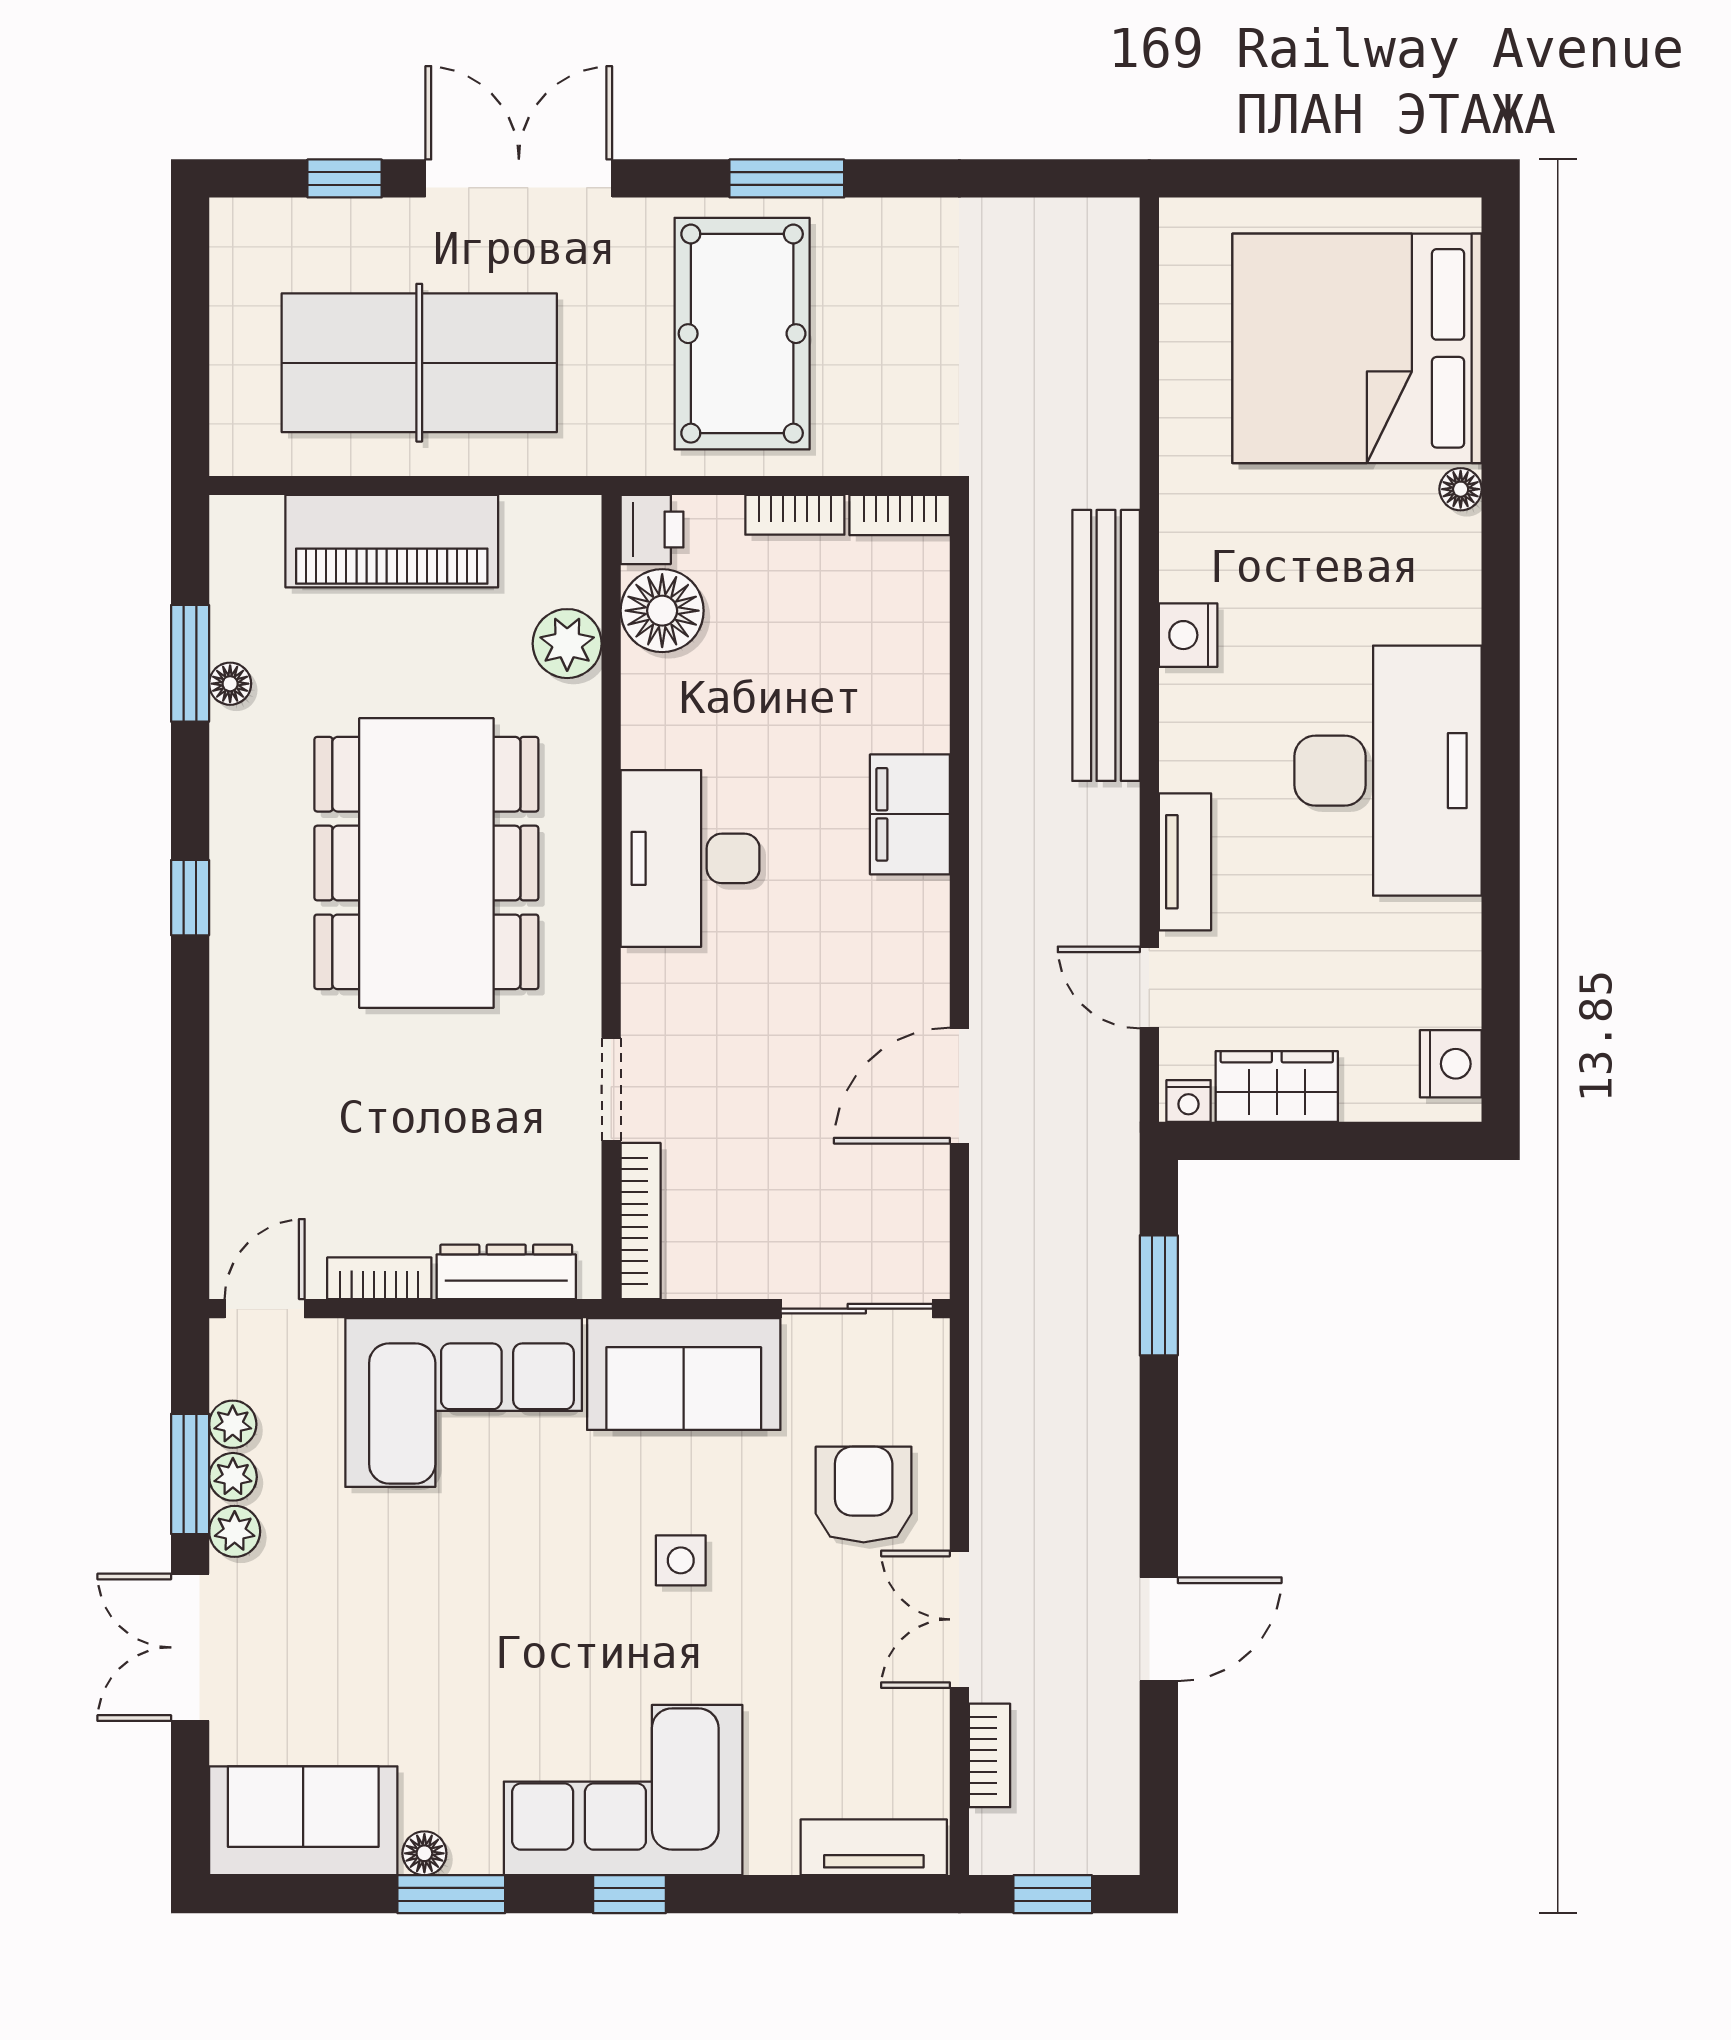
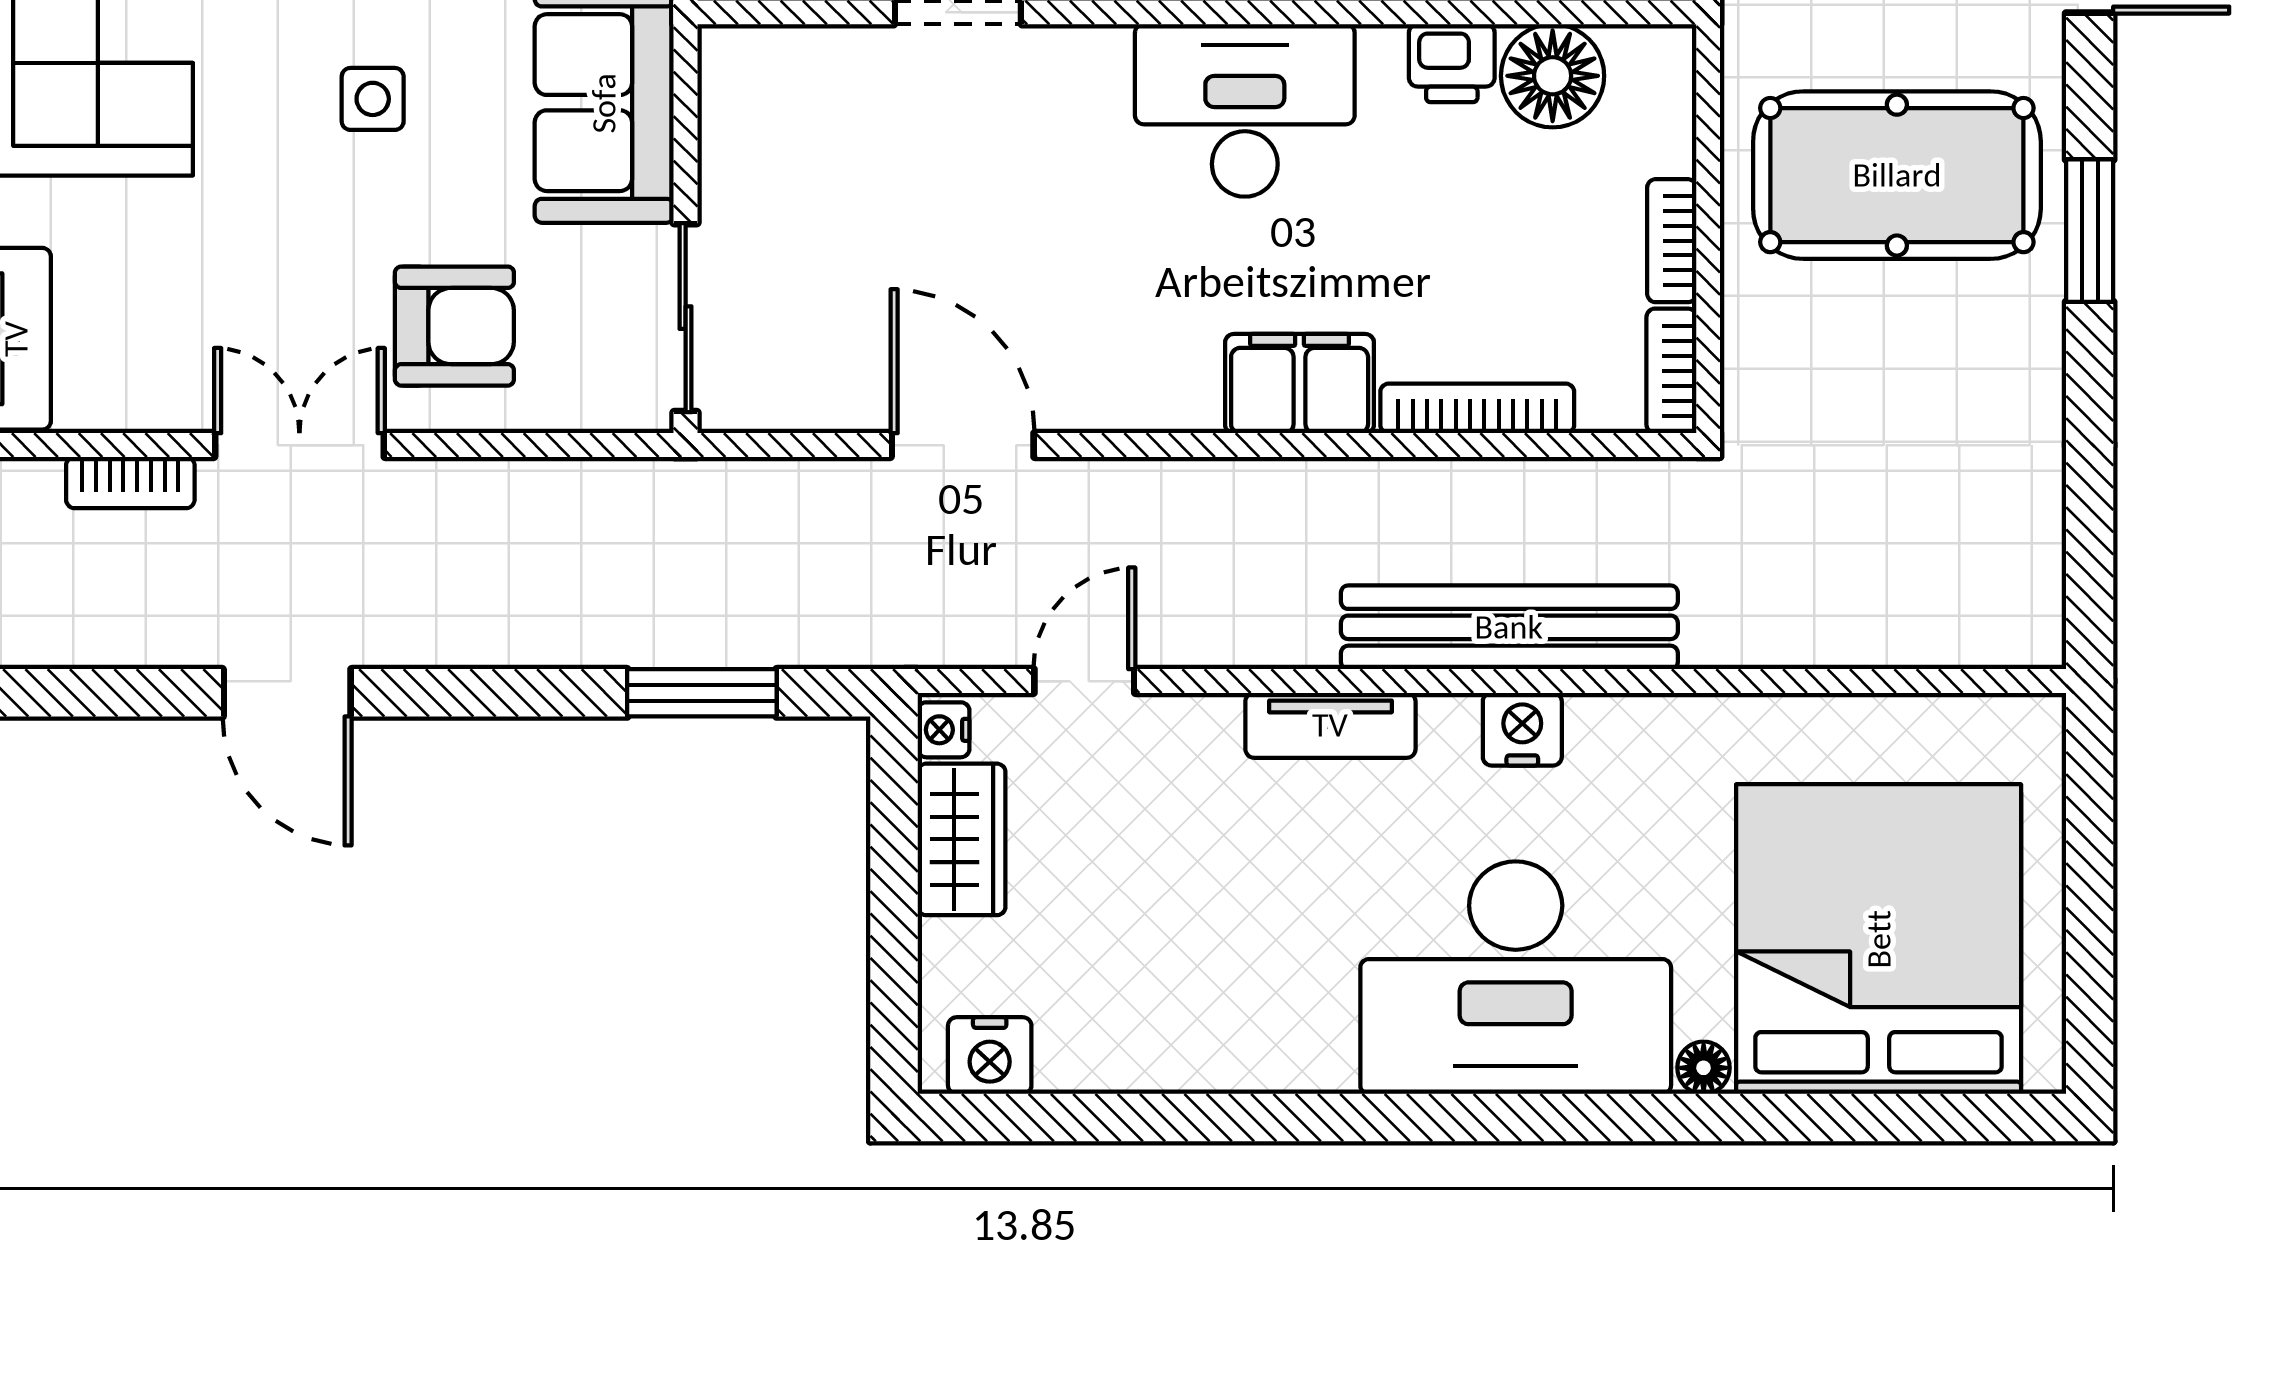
printer: (652, 530) -> (1452, 63), moved
desk: (1388, 771) -> (1516, 978), moved
tv unit: (1185, 862) -> (1330, 725), moved
bookcase: (641, 1221) -> (1477, 408), moved, turned 180

